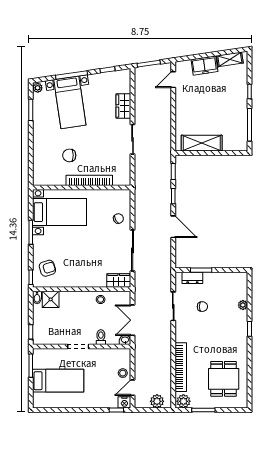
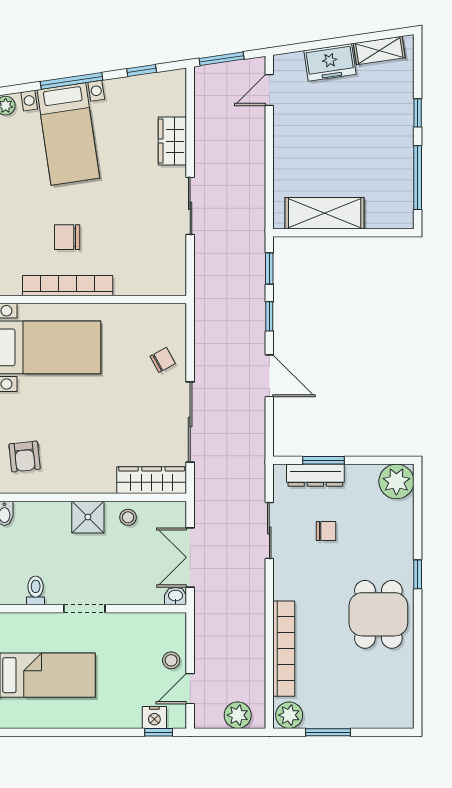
bookcase: (89, 180) -> (68, 286), moved
armchair: (47, 268) -> (25, 456), turned 101
dresser: (192, 278) -> (315, 475), width x1.44
wardrobe: (119, 280) -> (152, 480), width x1.50
shower: (51, 299) -> (88, 517), moved
plant: (243, 305) -> (396, 481), moved, width x1.88, depth x1.88
toilet: (101, 337) -> (36, 590), moved
dining table: (224, 379) -> (378, 614), moved
nightstand: (124, 402) -> (154, 717), moved

